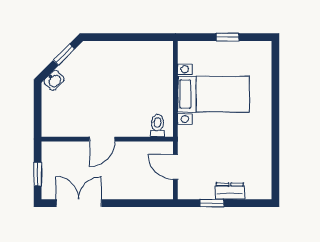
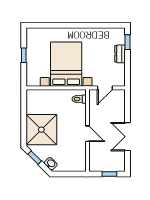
shower: (109, 65) -> (41, 130), added
bed with nightstands: (213, 94) -> (66, 64), width x1.36
double door: (79, 203) -> (127, 137), moved
window: (212, 203) -> (127, 42), moved

